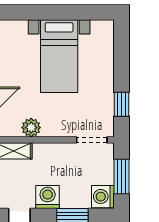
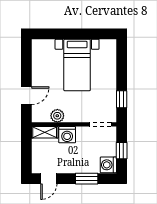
window: (122, 176) -> (122, 151), width x0.67
washing machine: (48, 197) -> (67, 135), moved, turned 180

